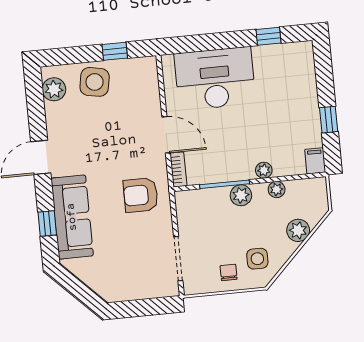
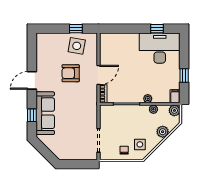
desk: (215, 79) -> (160, 48), moved
side table: (95, 82) -> (77, 46), moved
plant: (54, 89) -> (42, 45), removed
door: (166, 135) -> (98, 75), hinge flipped
armchair: (141, 195) -> (71, 73), moved
plant: (241, 195) -> (174, 110), moved

